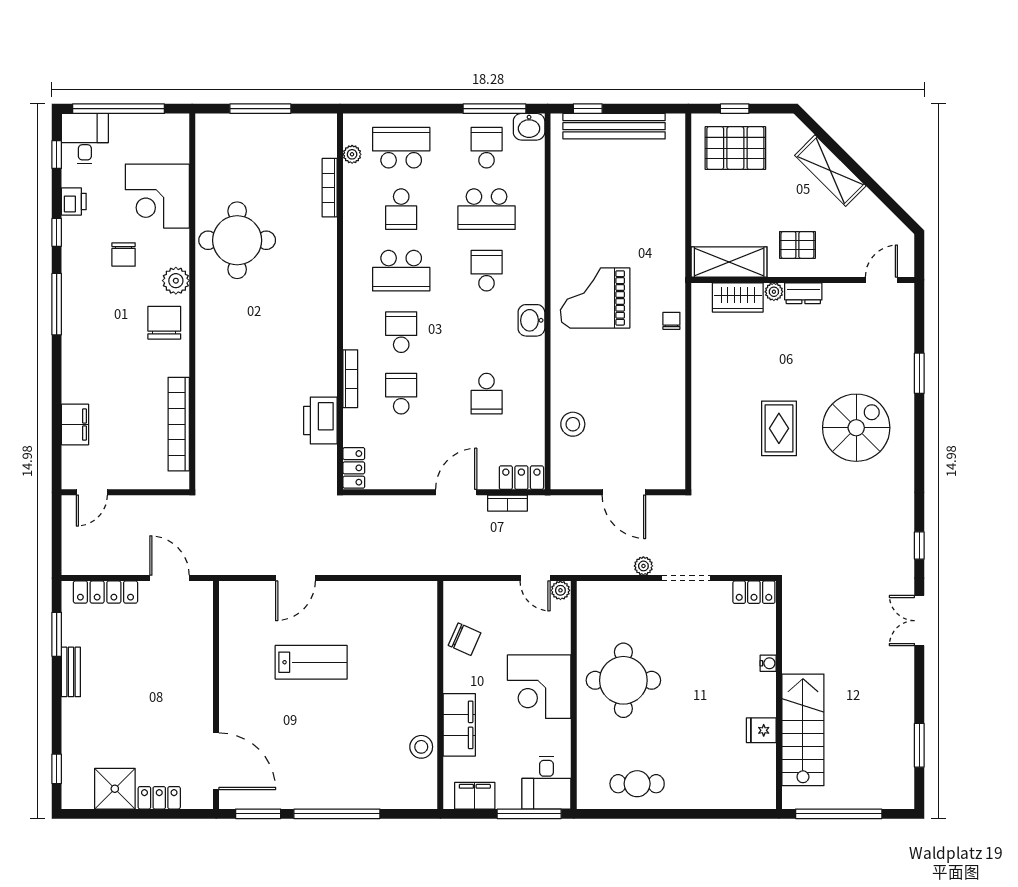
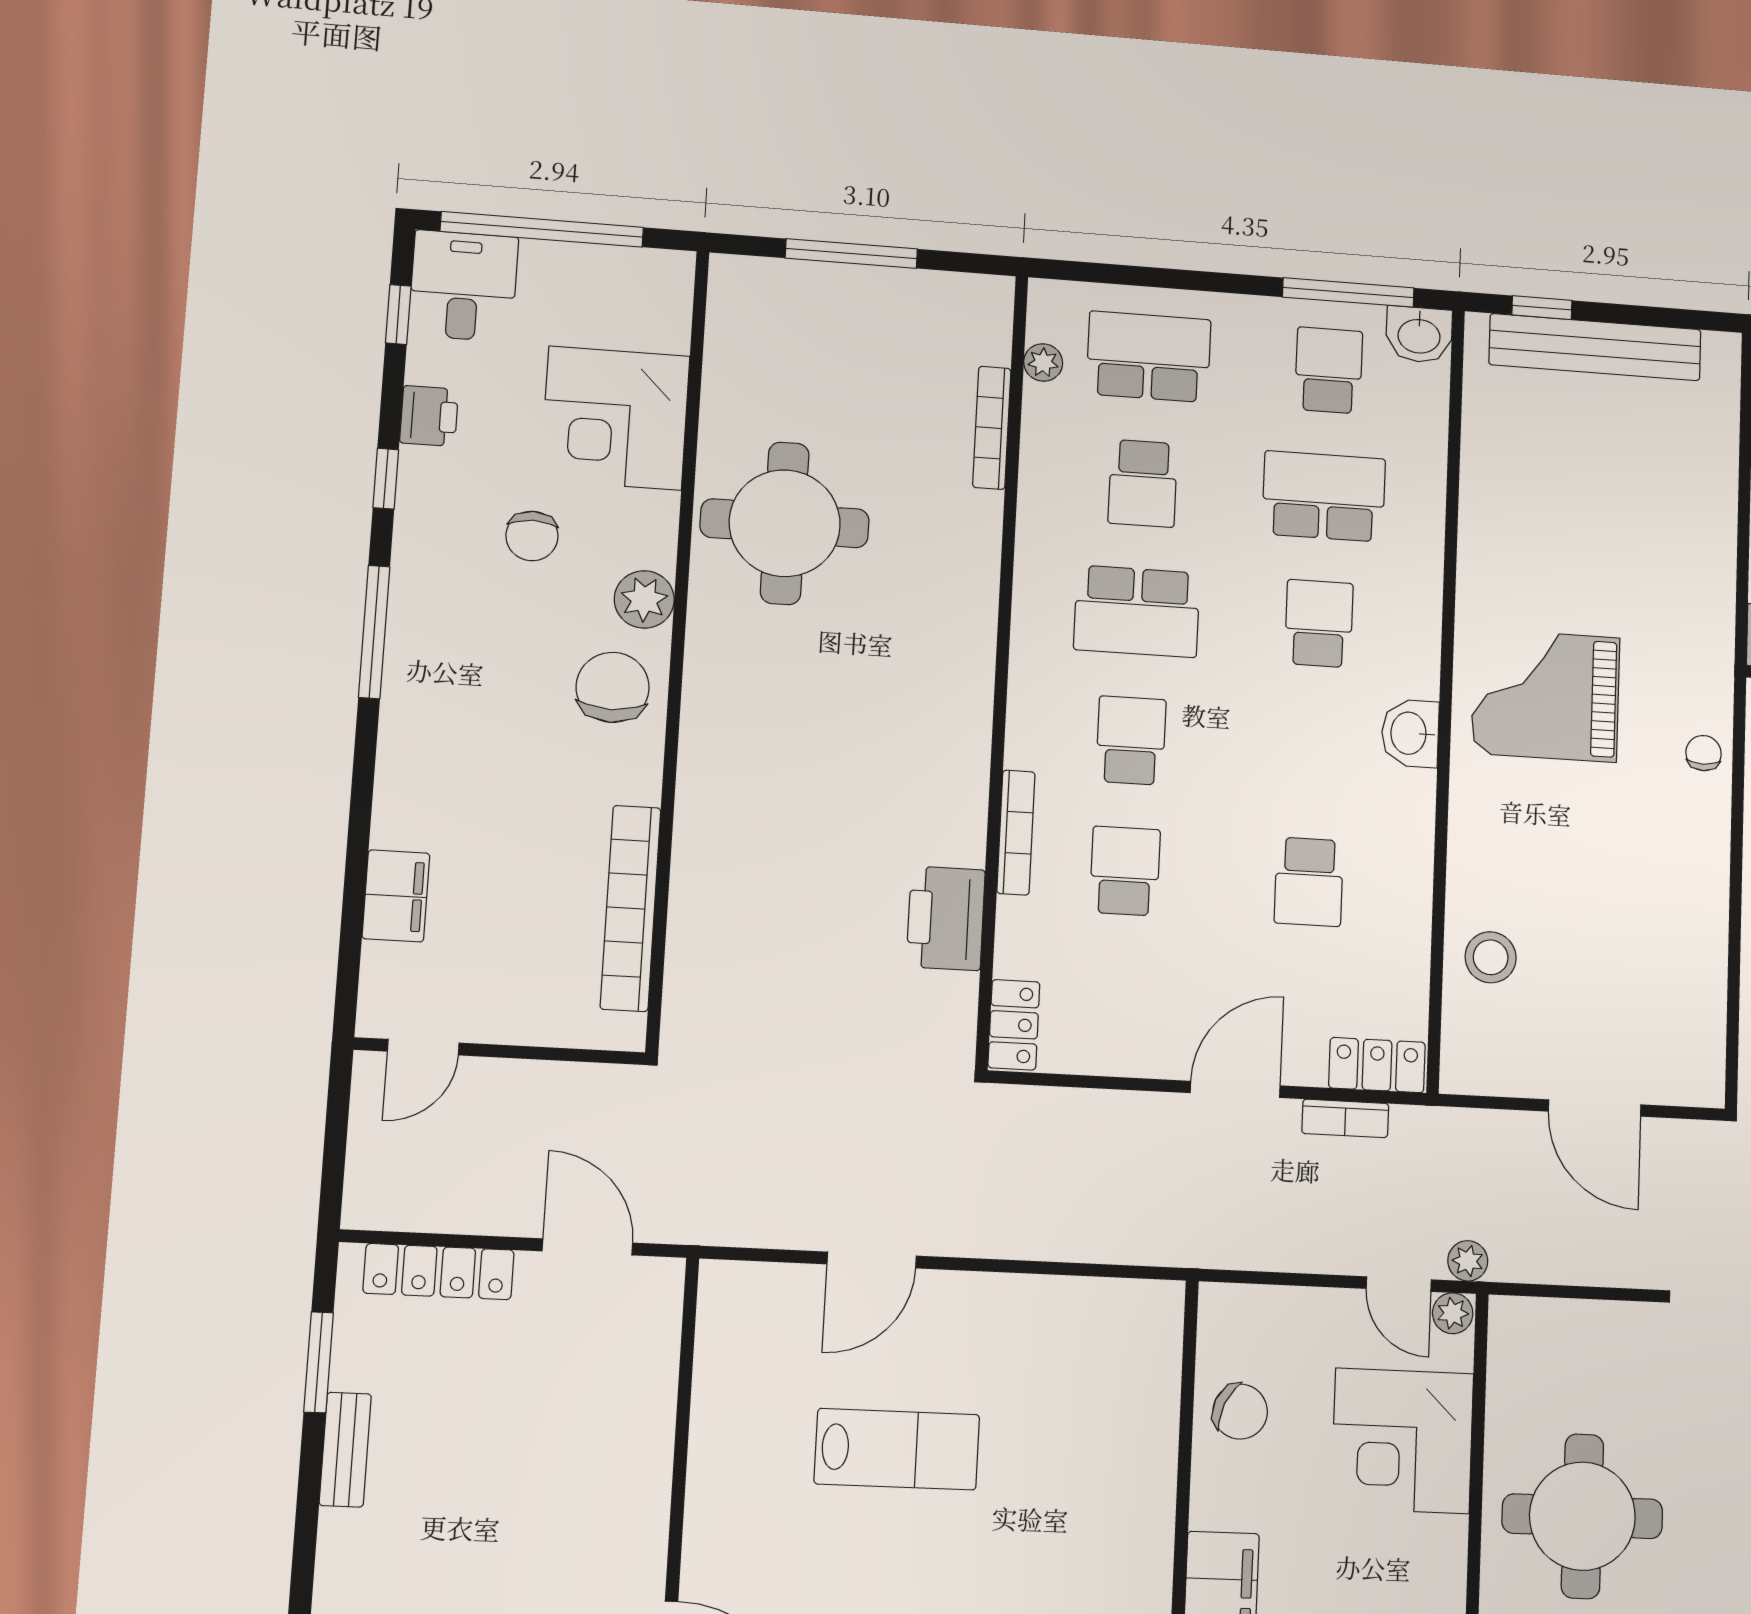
school desk: (487, 209) -> (1324, 496), turned 180
plant: (643, 566) -> (1468, 1261), moved
corner desk: (539, 687) -> (1402, 1441), moved

